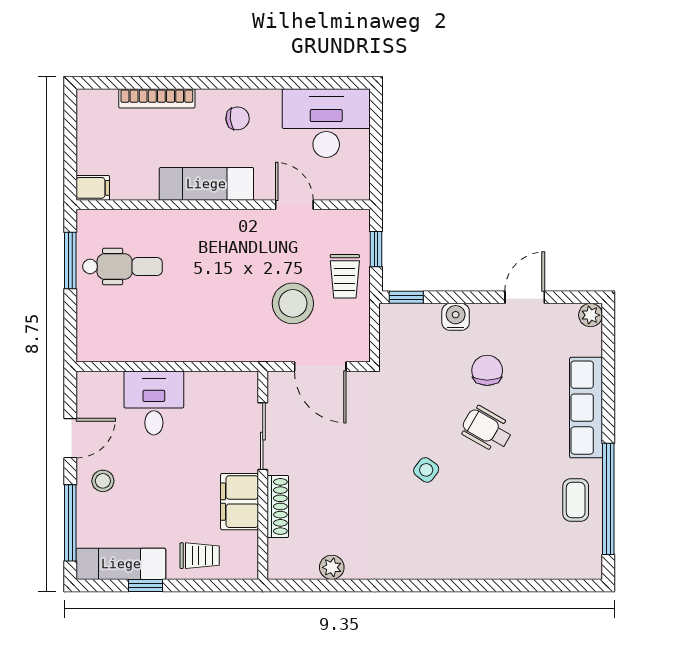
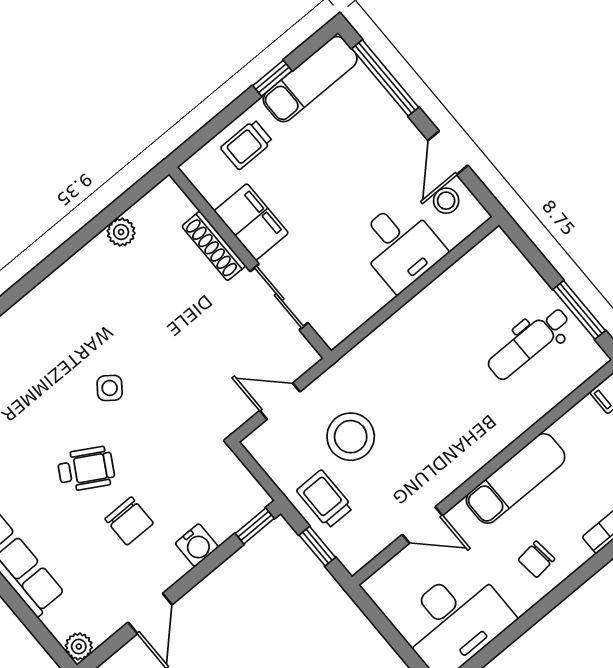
door: (320, 366) -> (280, 401), width x0.73
stool: (103, 481) -> (446, 201), moved

